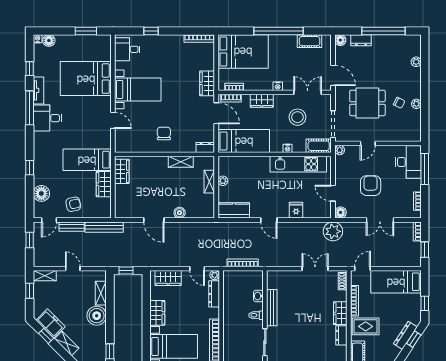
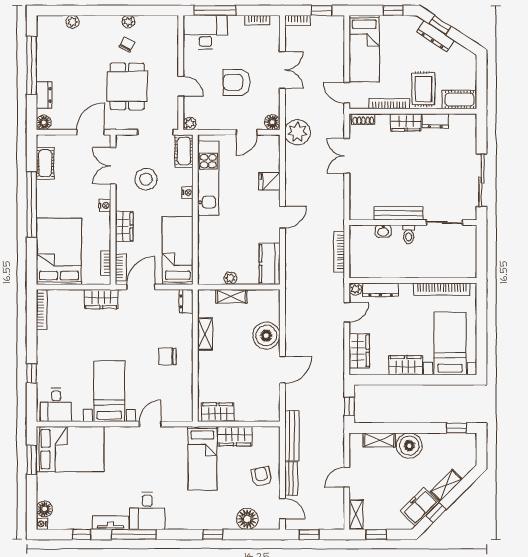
bed: (86, 79) -> (70, 449), moved, turned -90
boiler: (180, 213) -> (266, 336), width x1.86, depth x1.86

